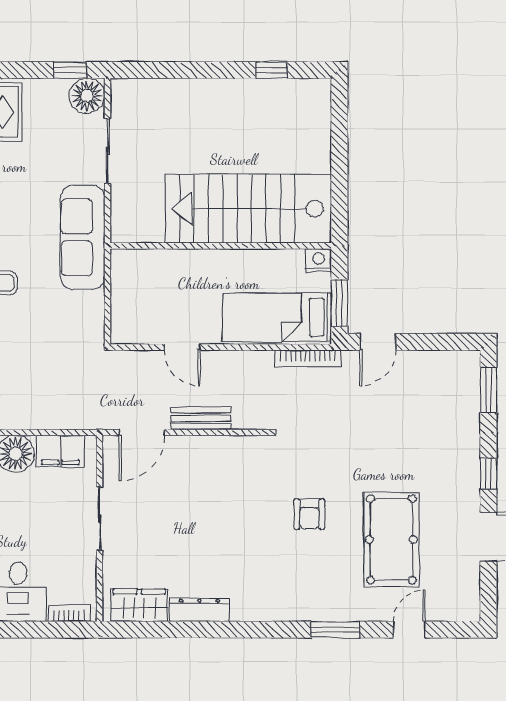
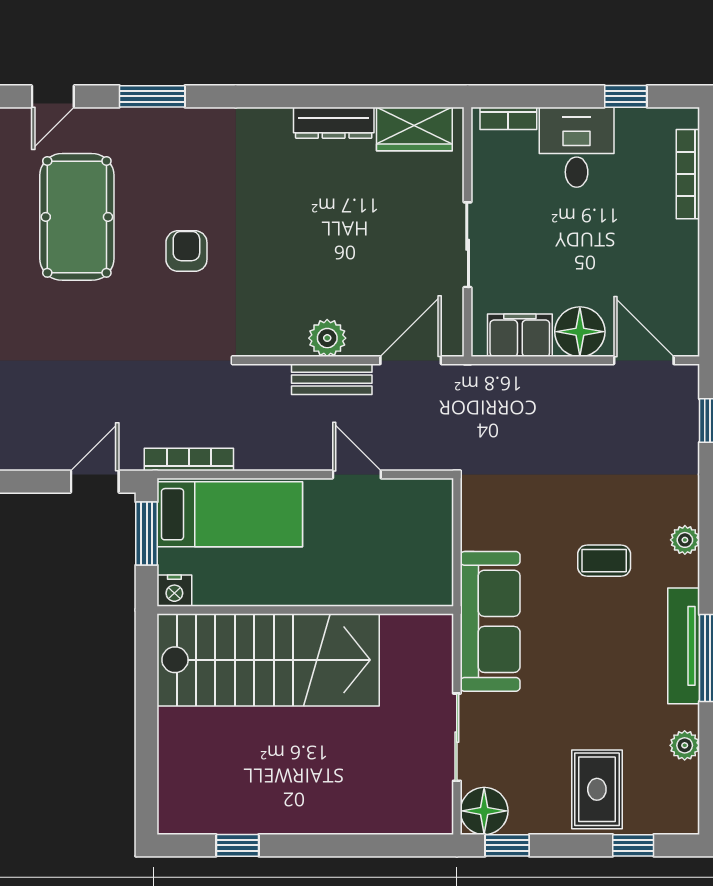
plant: (204, 449) -> (327, 338), added

